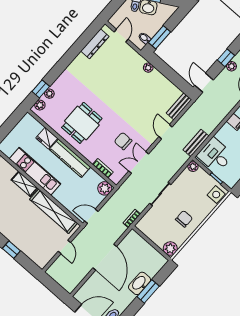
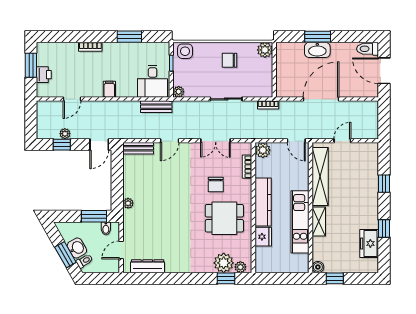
plant: (49, 94) -> (224, 263), width x1.87, depth x1.87
chair: (123, 141) -> (216, 185), moved

